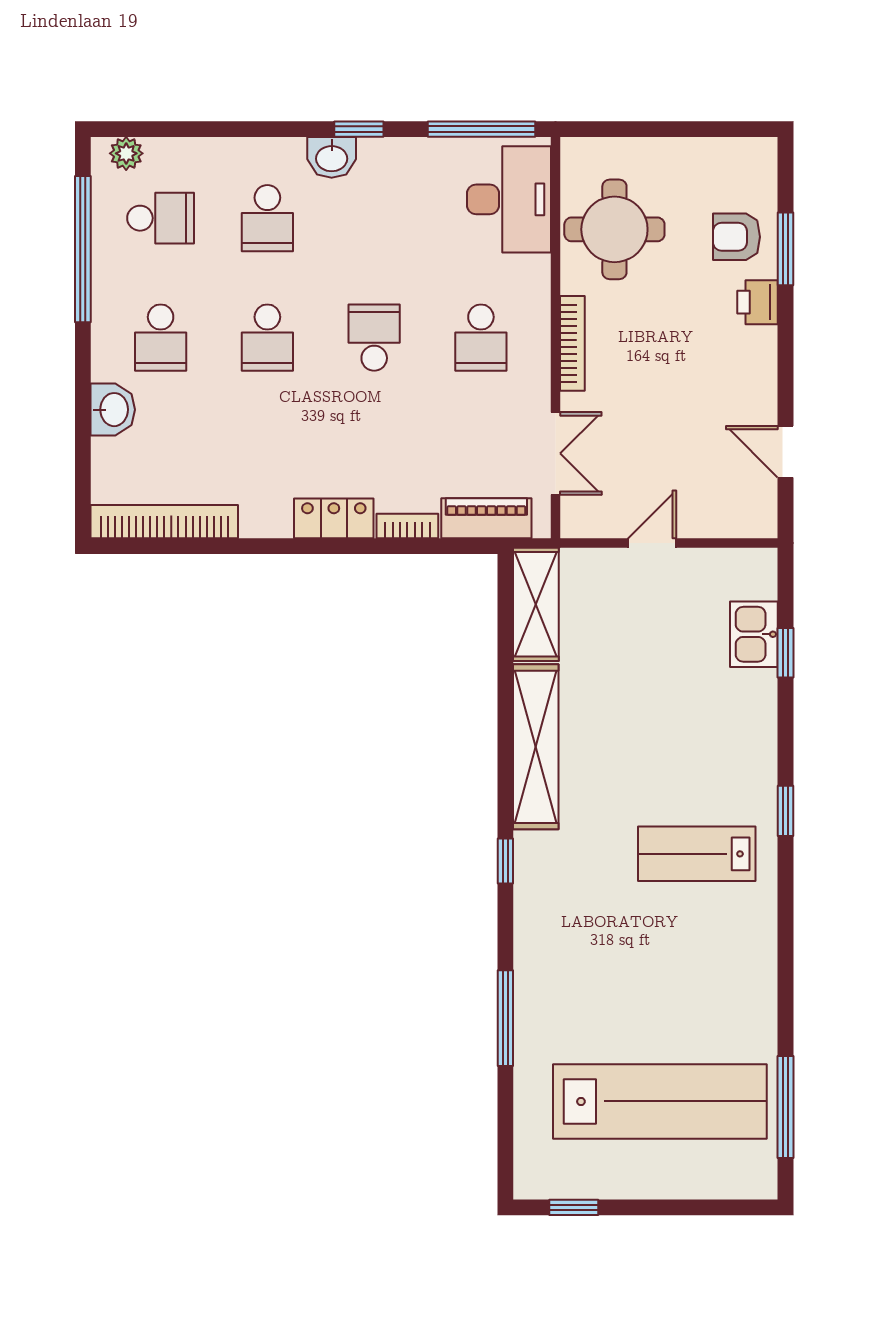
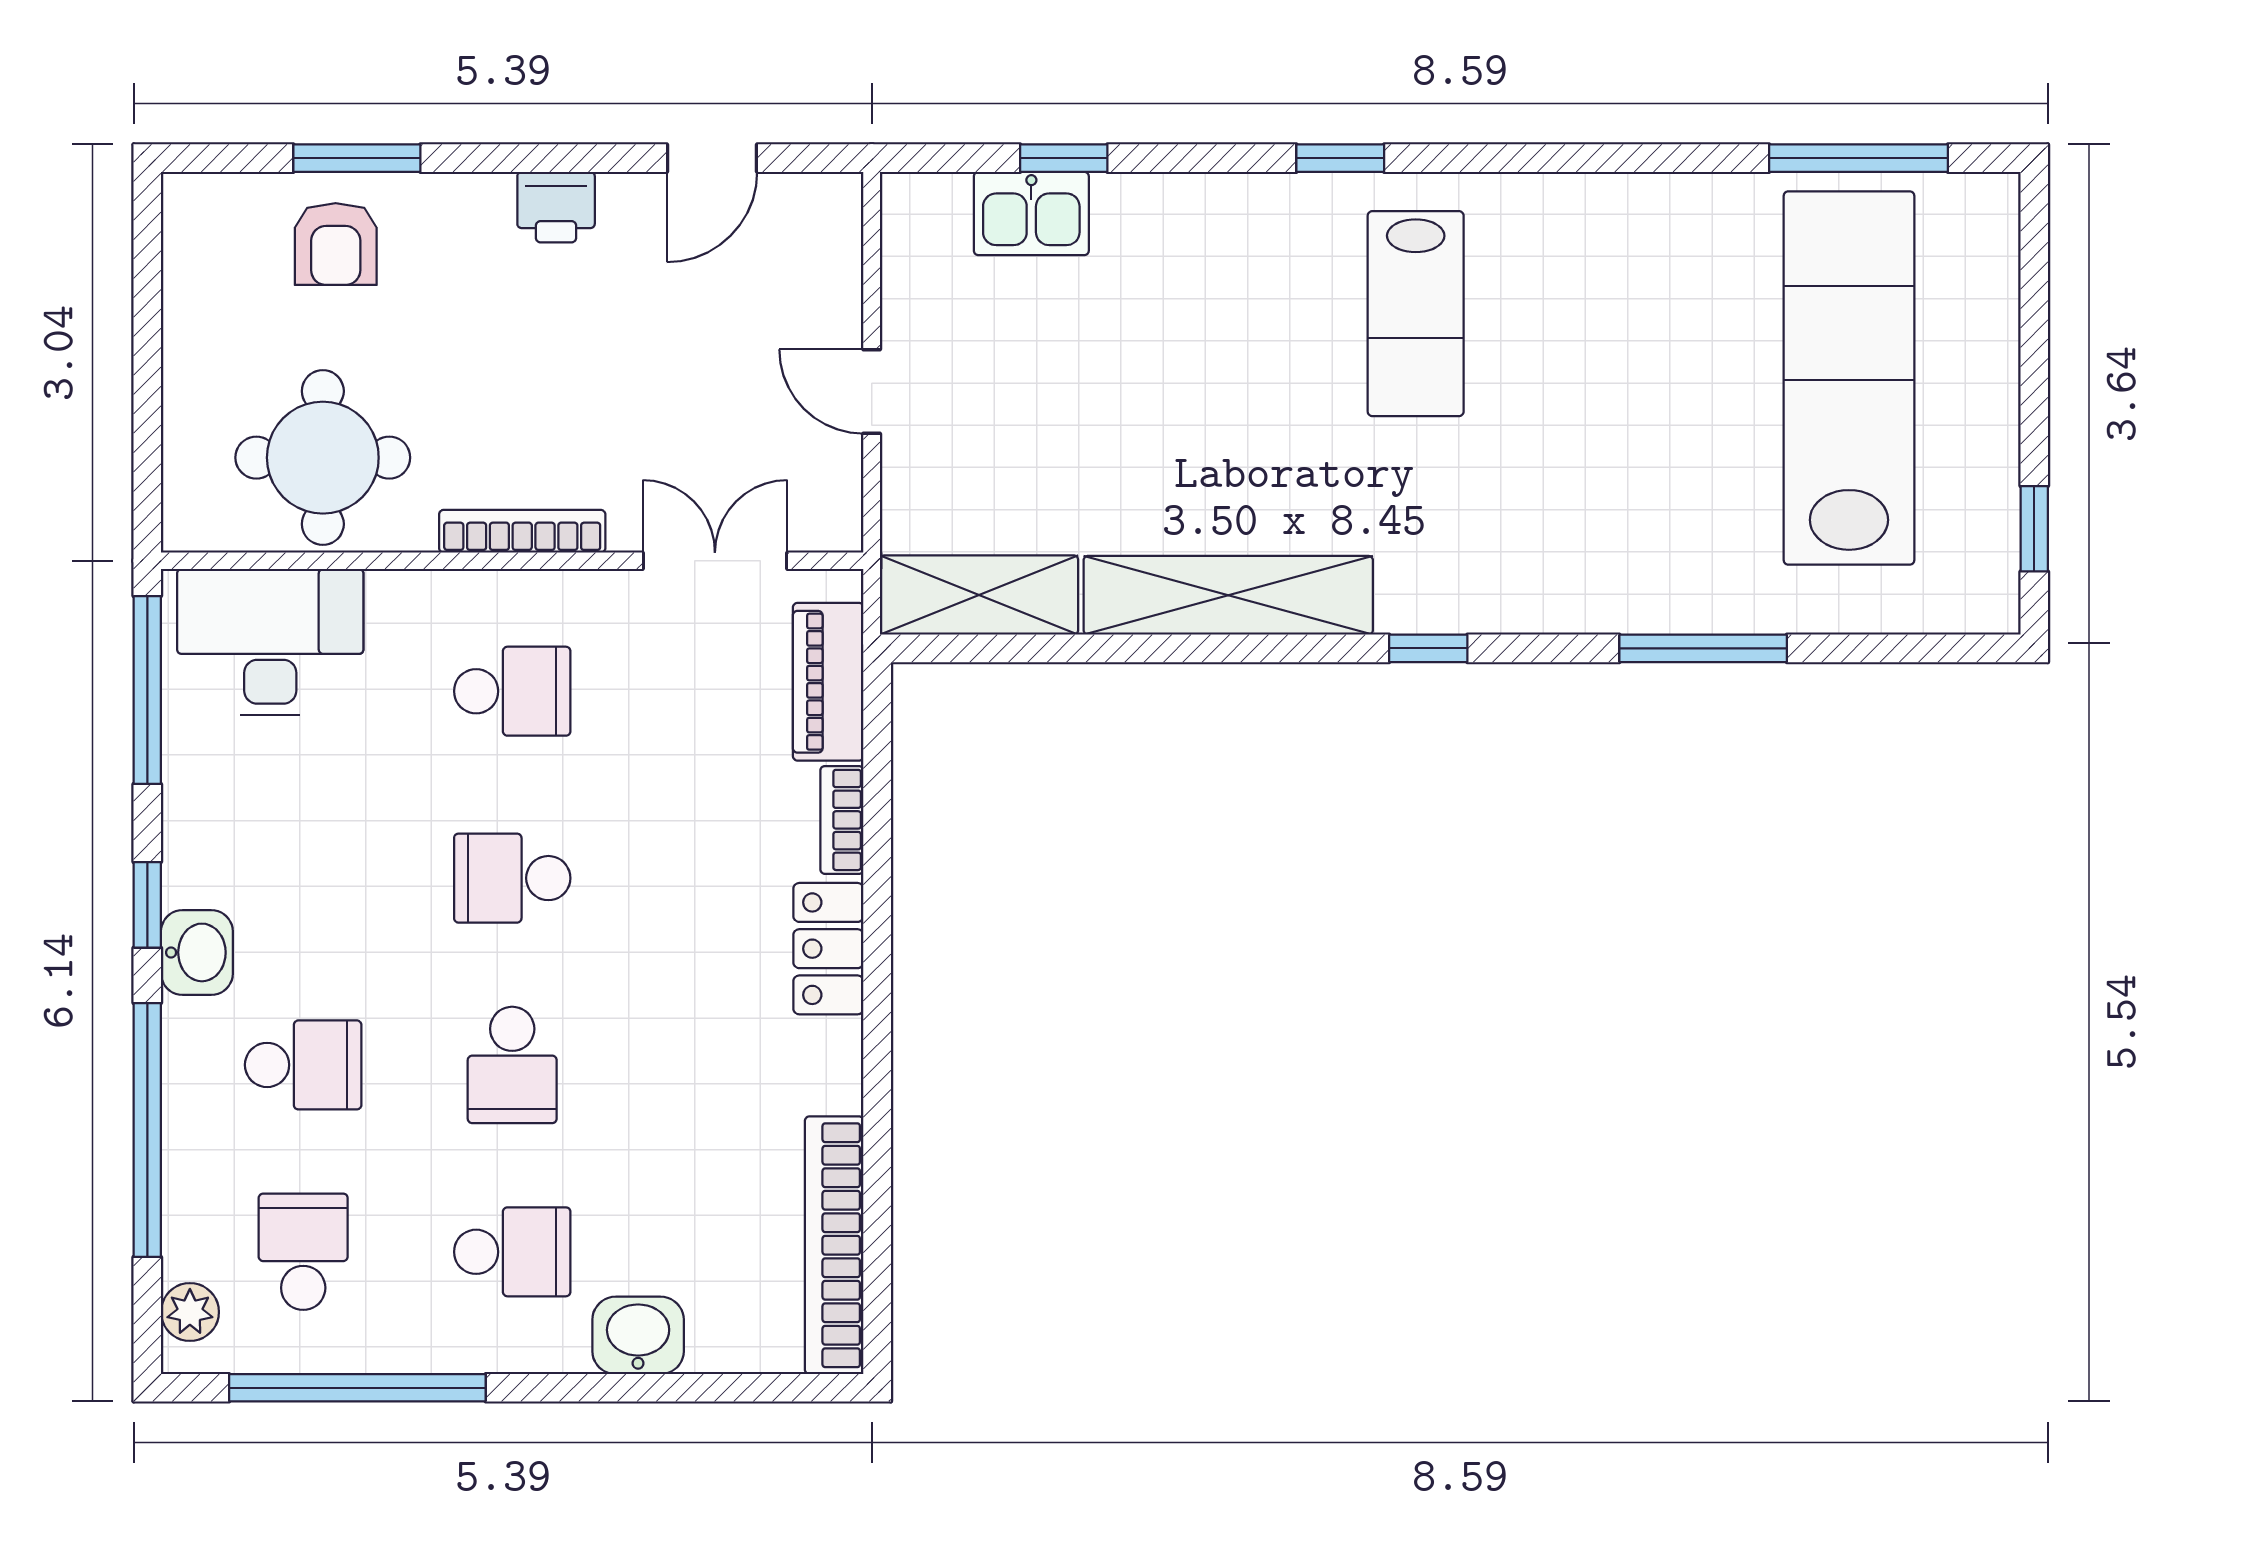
window: (230, 129) -> (147, 1130), added
printer: (758, 302) -> (556, 207), moved
school desk: (267, 338) -> (512, 1065), turned 90

